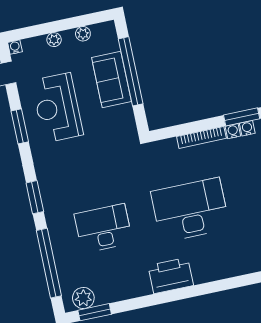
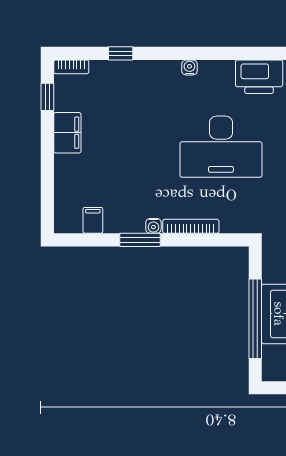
water cooler: (247, 128) -> (189, 68), moved, turned 180

